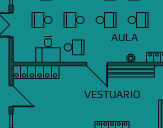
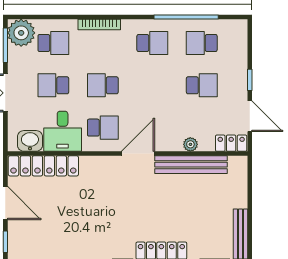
school desk: (106, 20) -> (152, 85), removed
washbasin: (27, 56) -> (30, 141), added
door: (97, 64) -> (138, 154), swing flipped

